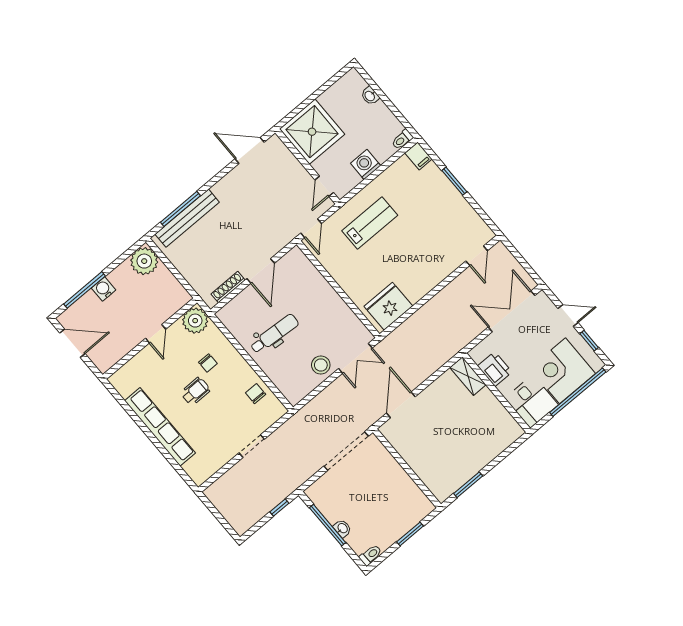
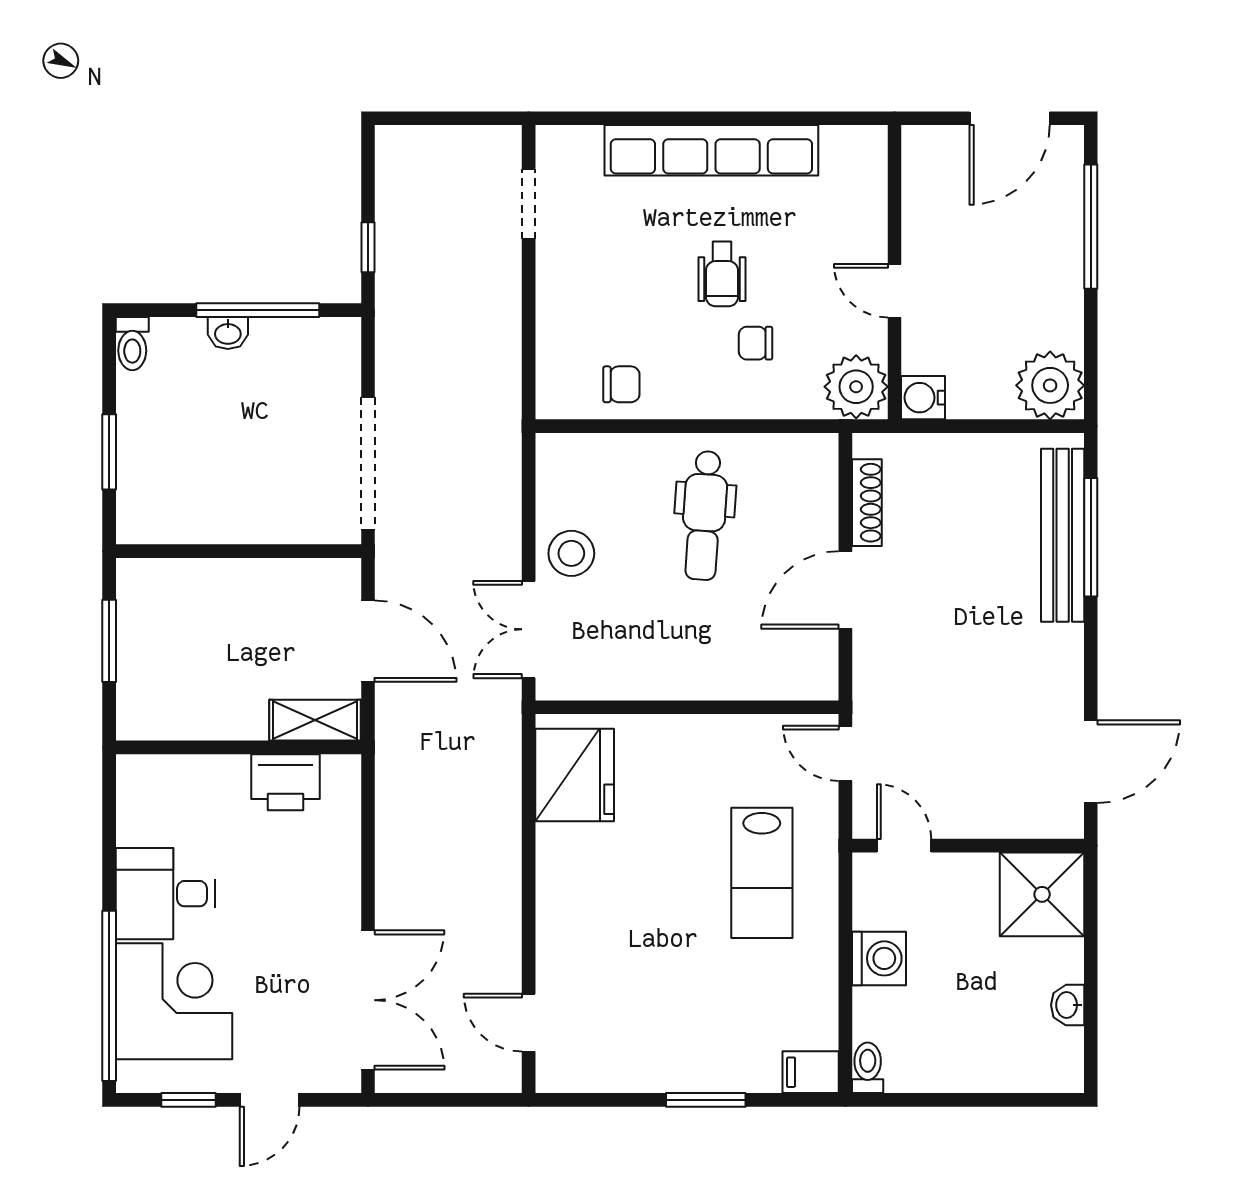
washbasin: (370, 96) -> (1068, 1005), moved, turned -90
shower: (312, 132) -> (1042, 894), width x0.73, depth x0.73
door: (261, 271) -> (845, 590), hinge flipped
water cooler: (104, 289) -> (923, 398), moved, turned 180
printer: (495, 369) -> (286, 782), moved
shelving: (468, 376) -> (315, 720), moved
wall: (496, 393) -> (239, 747), moved
doorway: (252, 446) -> (529, 204), moved

